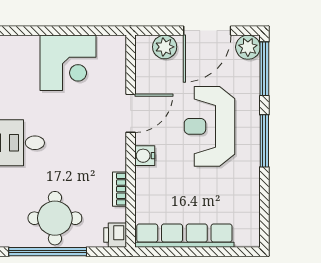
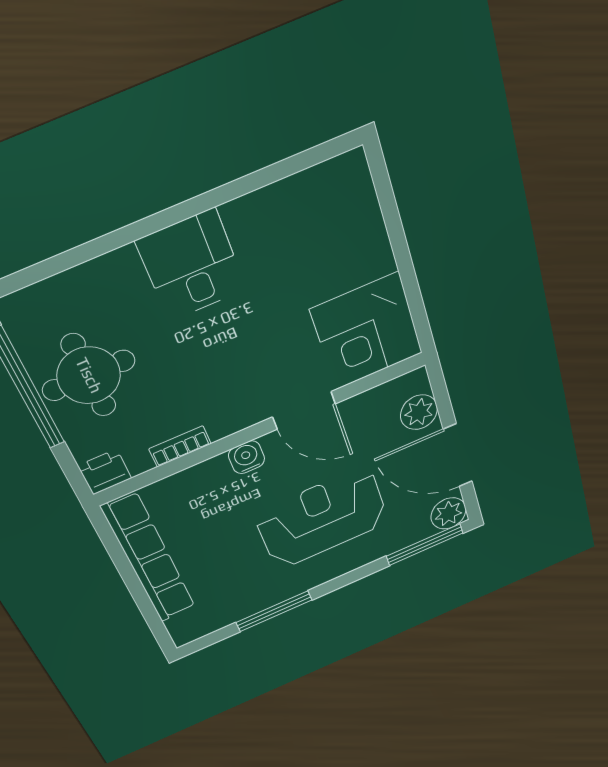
corner desk: (68, 63) -> (367, 332), moved
window: (264, 141) -> (274, 611), moved

